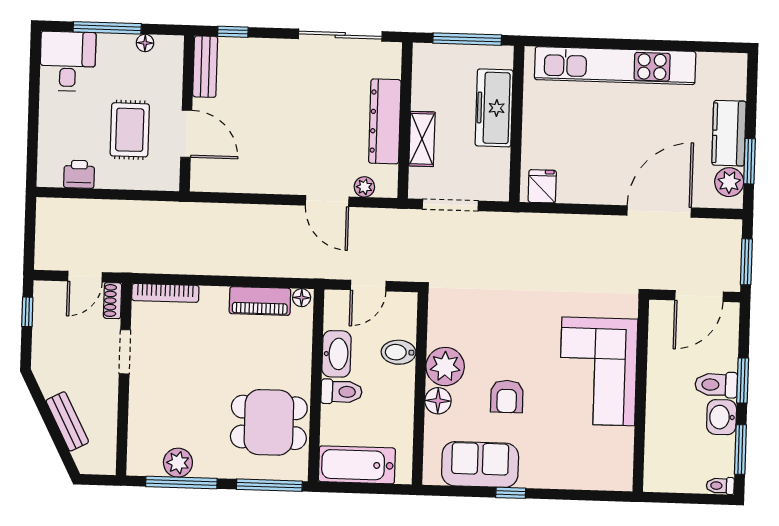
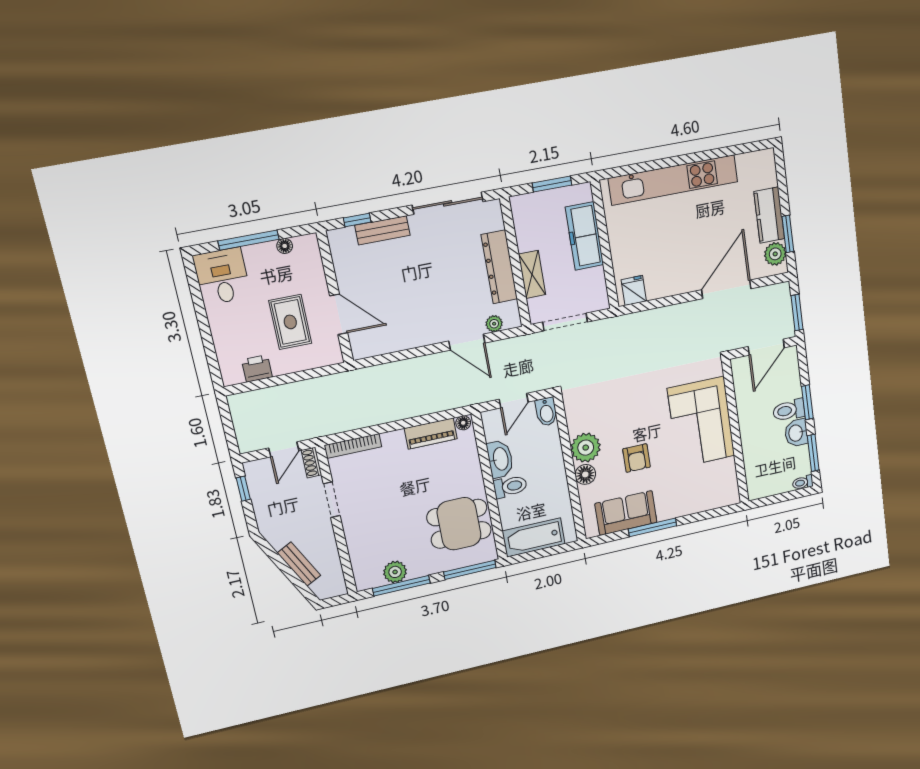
window: (467, 39) -> (552, 184), width x0.69
bench: (205, 67) -> (382, 230), moved, turned 90
bidet: (399, 352) -> (546, 412), moved, turned -90
window: (511, 493) -> (652, 527), width x2.17

